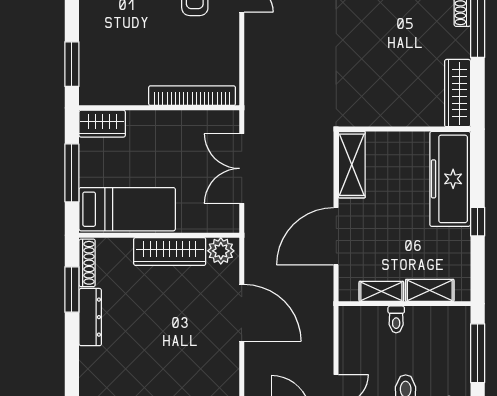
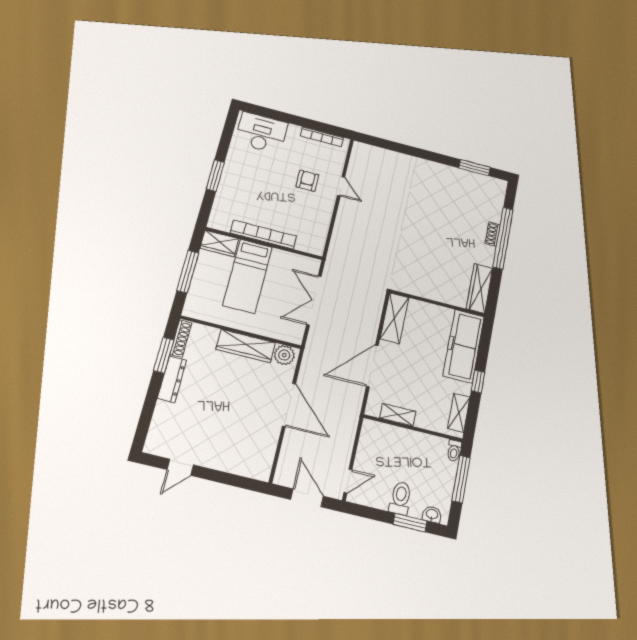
window: (72, 64) -> (215, 176), moved
bookcase: (192, 96) -> (263, 235), moved
bed: (127, 209) -> (247, 276), moved, turned 90
shelving: (430, 290) -> (459, 413), moved, turned 90
toilet: (396, 319) -> (454, 451), moved

